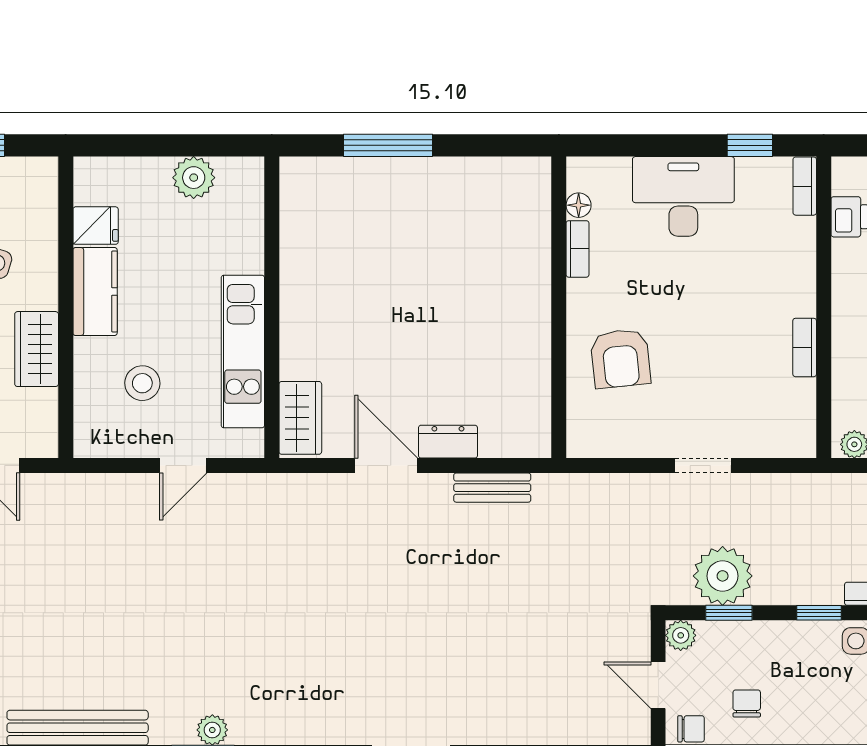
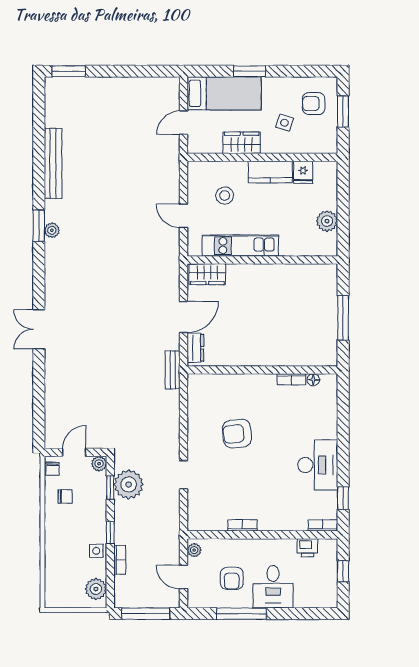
floor lamp: (579, 205) -> (313, 380), moved
bookcase: (577, 249) -> (291, 379), moved
wall: (559, 307) -> (262, 370), moved

